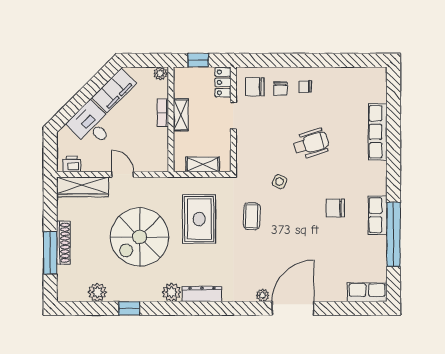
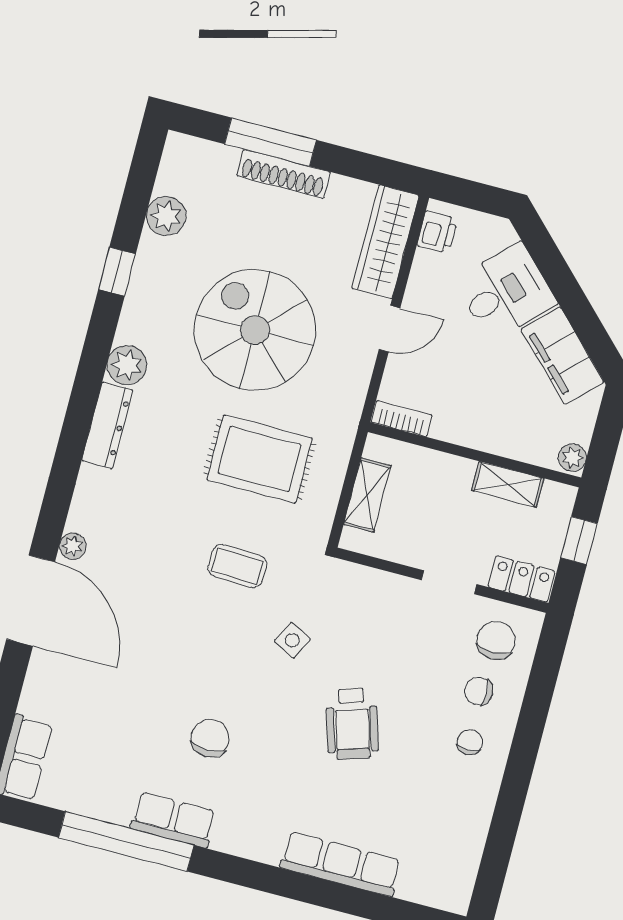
bookcase: (163, 113) -> (402, 419), moved
shelving: (181, 115) -> (508, 484), moved

